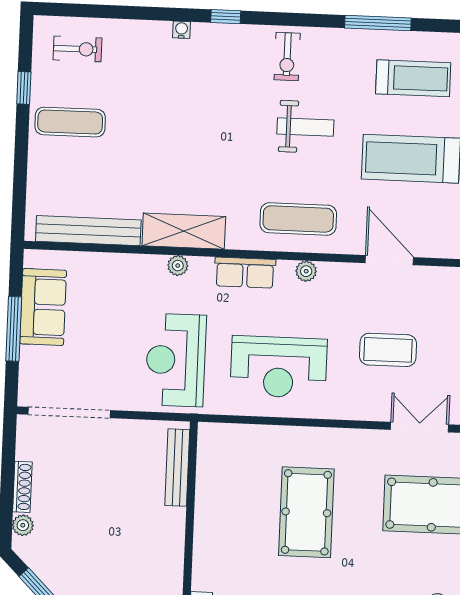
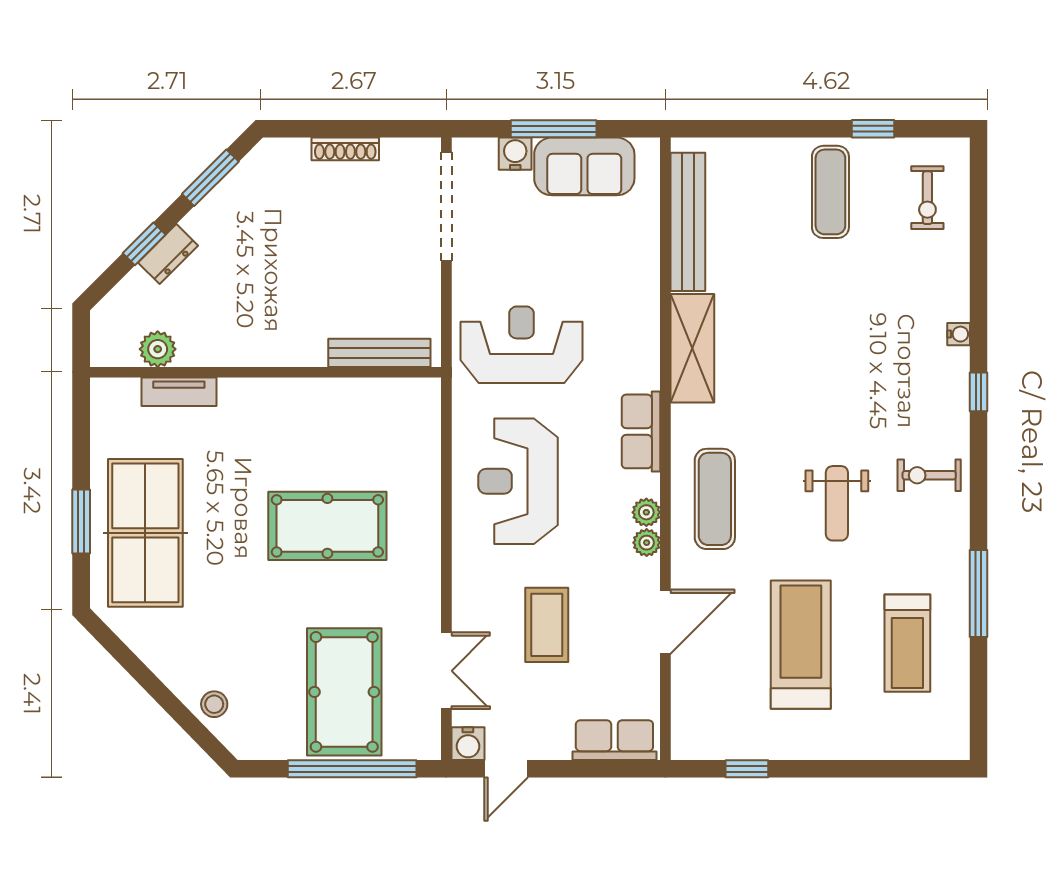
plant: (178, 266) -> (647, 543), moved
water cooler: (31, 359) -> (515, 154), added
plant: (23, 525) -> (295, 152), removed

